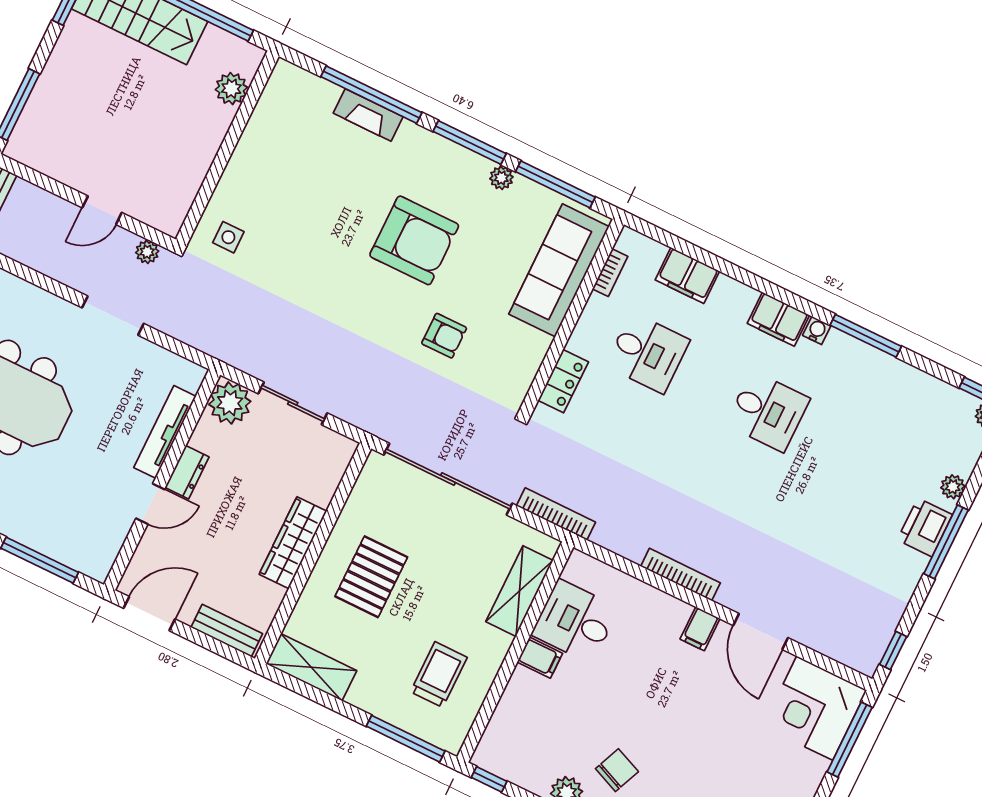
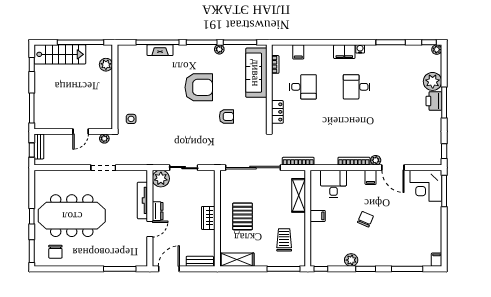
filing cabinet: (687, 276) -> (298, 52), width x0.50
window: (866, 336) -> (391, 42), moved
desk: (768, 411) -> (357, 87), turned 180
plant: (953, 487) -> (433, 81), width x1.87, depth x1.87
wardrobe: (293, 543) -> (208, 218), width x0.67
plant: (730, 596) -> (376, 160), added
desk: (575, 621) -> (333, 184), moved, turned 90
chair: (617, 770) -> (365, 219), moved

